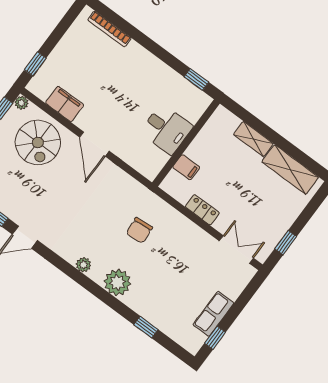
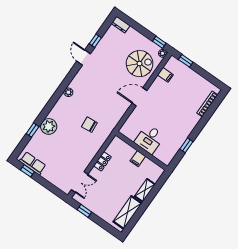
window: (196, 79) -> (186, 145), moved
filing cabinet: (65, 104) -> (165, 75), width x0.50
spiral stairs: (38, 142) -> (140, 64), turned 180
filing cabinet: (186, 167) -> (138, 159), moved
plant: (117, 282) -> (49, 126), moved
row of seats: (213, 314) -> (33, 163), moved

